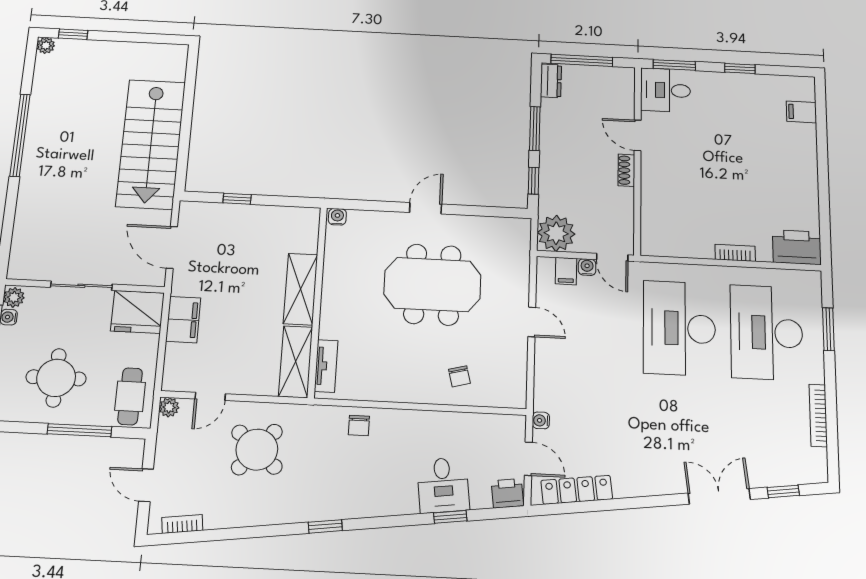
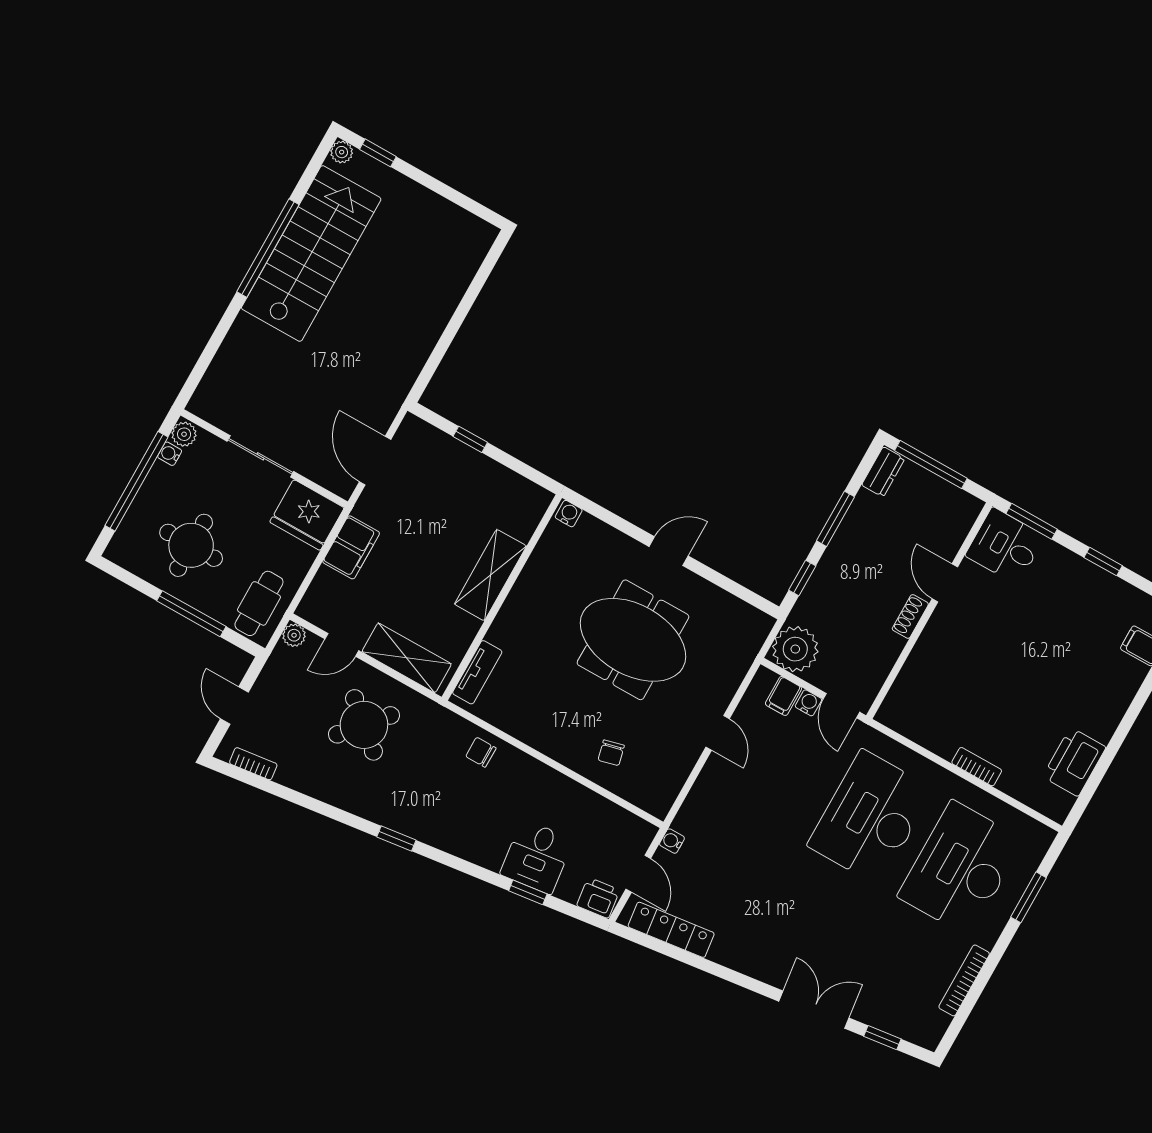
stairs: (151, 144) -> (311, 253), moved, turned 180
printer: (797, 247) -> (1074, 762), moved, turned -90
shelving: (296, 362) -> (407, 658), moved, turned 90
chair: (359, 425) -> (481, 752), turned 90

